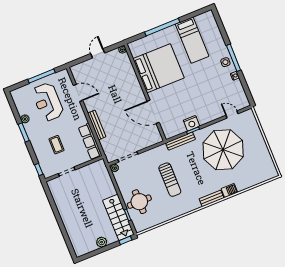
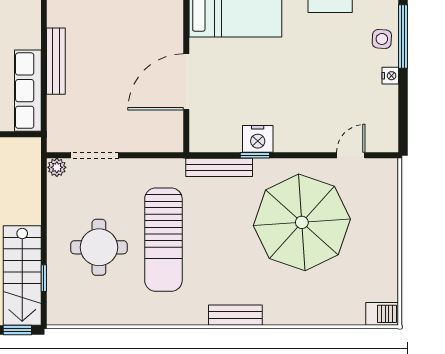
door: (153, 112) -> (186, 82), hinge flipped
door: (232, 114) -> (351, 155), hinge flipped
sun lounger: (170, 180) -> (163, 240), width x1.36, depth x1.34
barbecue: (229, 190) -> (382, 314), moved
round table: (139, 202) -> (99, 247), moved

